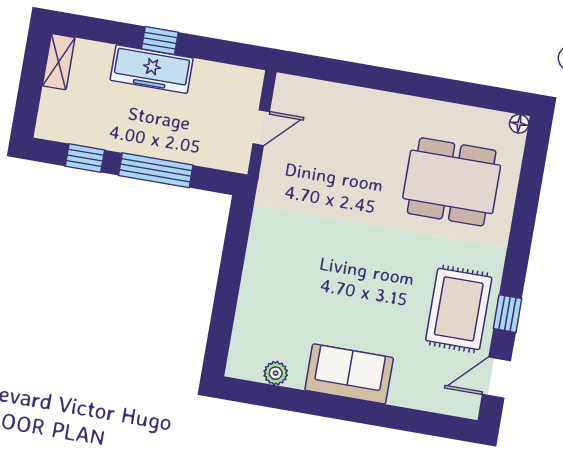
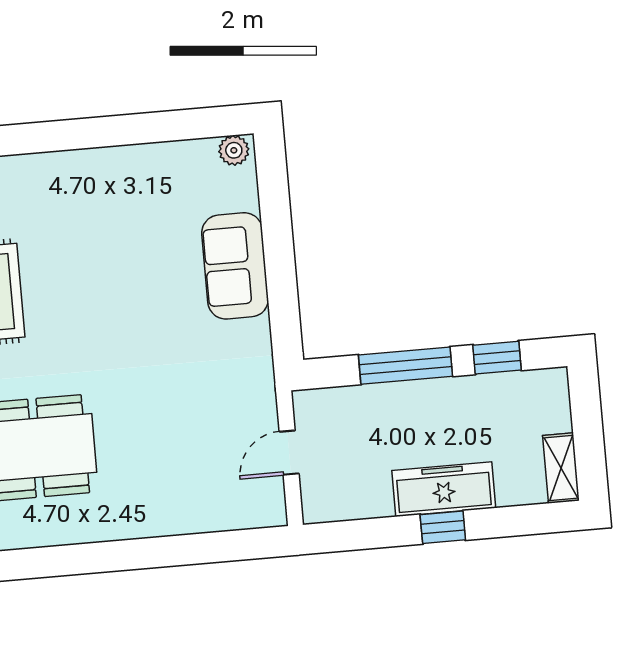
plant: (276, 373) -> (234, 150), moved
sofa: (349, 374) -> (235, 266), moved, turned 90

